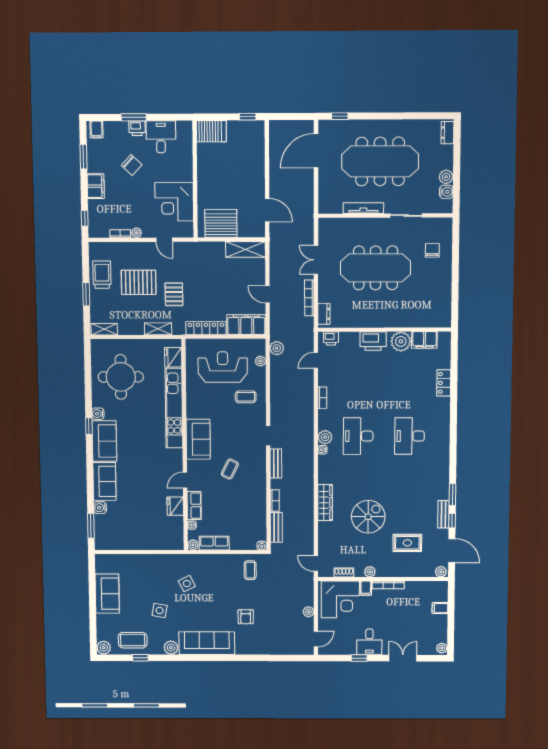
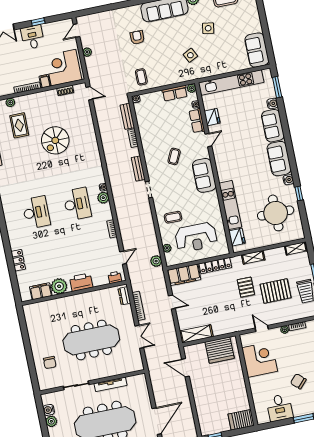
printer: (137, 128) -> (299, 410), removed
kitchen unit: (174, 408) -> (230, 205), width x0.73
window: (89, 426) -> (299, 193), moved
wardrobe: (325, 503) -> (92, 145), removed
kitchen unit: (145, 542) -> (231, 82), added
rug: (407, 543) -> (19, 125), turned 90
plant: (370, 572) -> (10, 102), moved
sofa: (107, 594) -> (257, 50), moved

